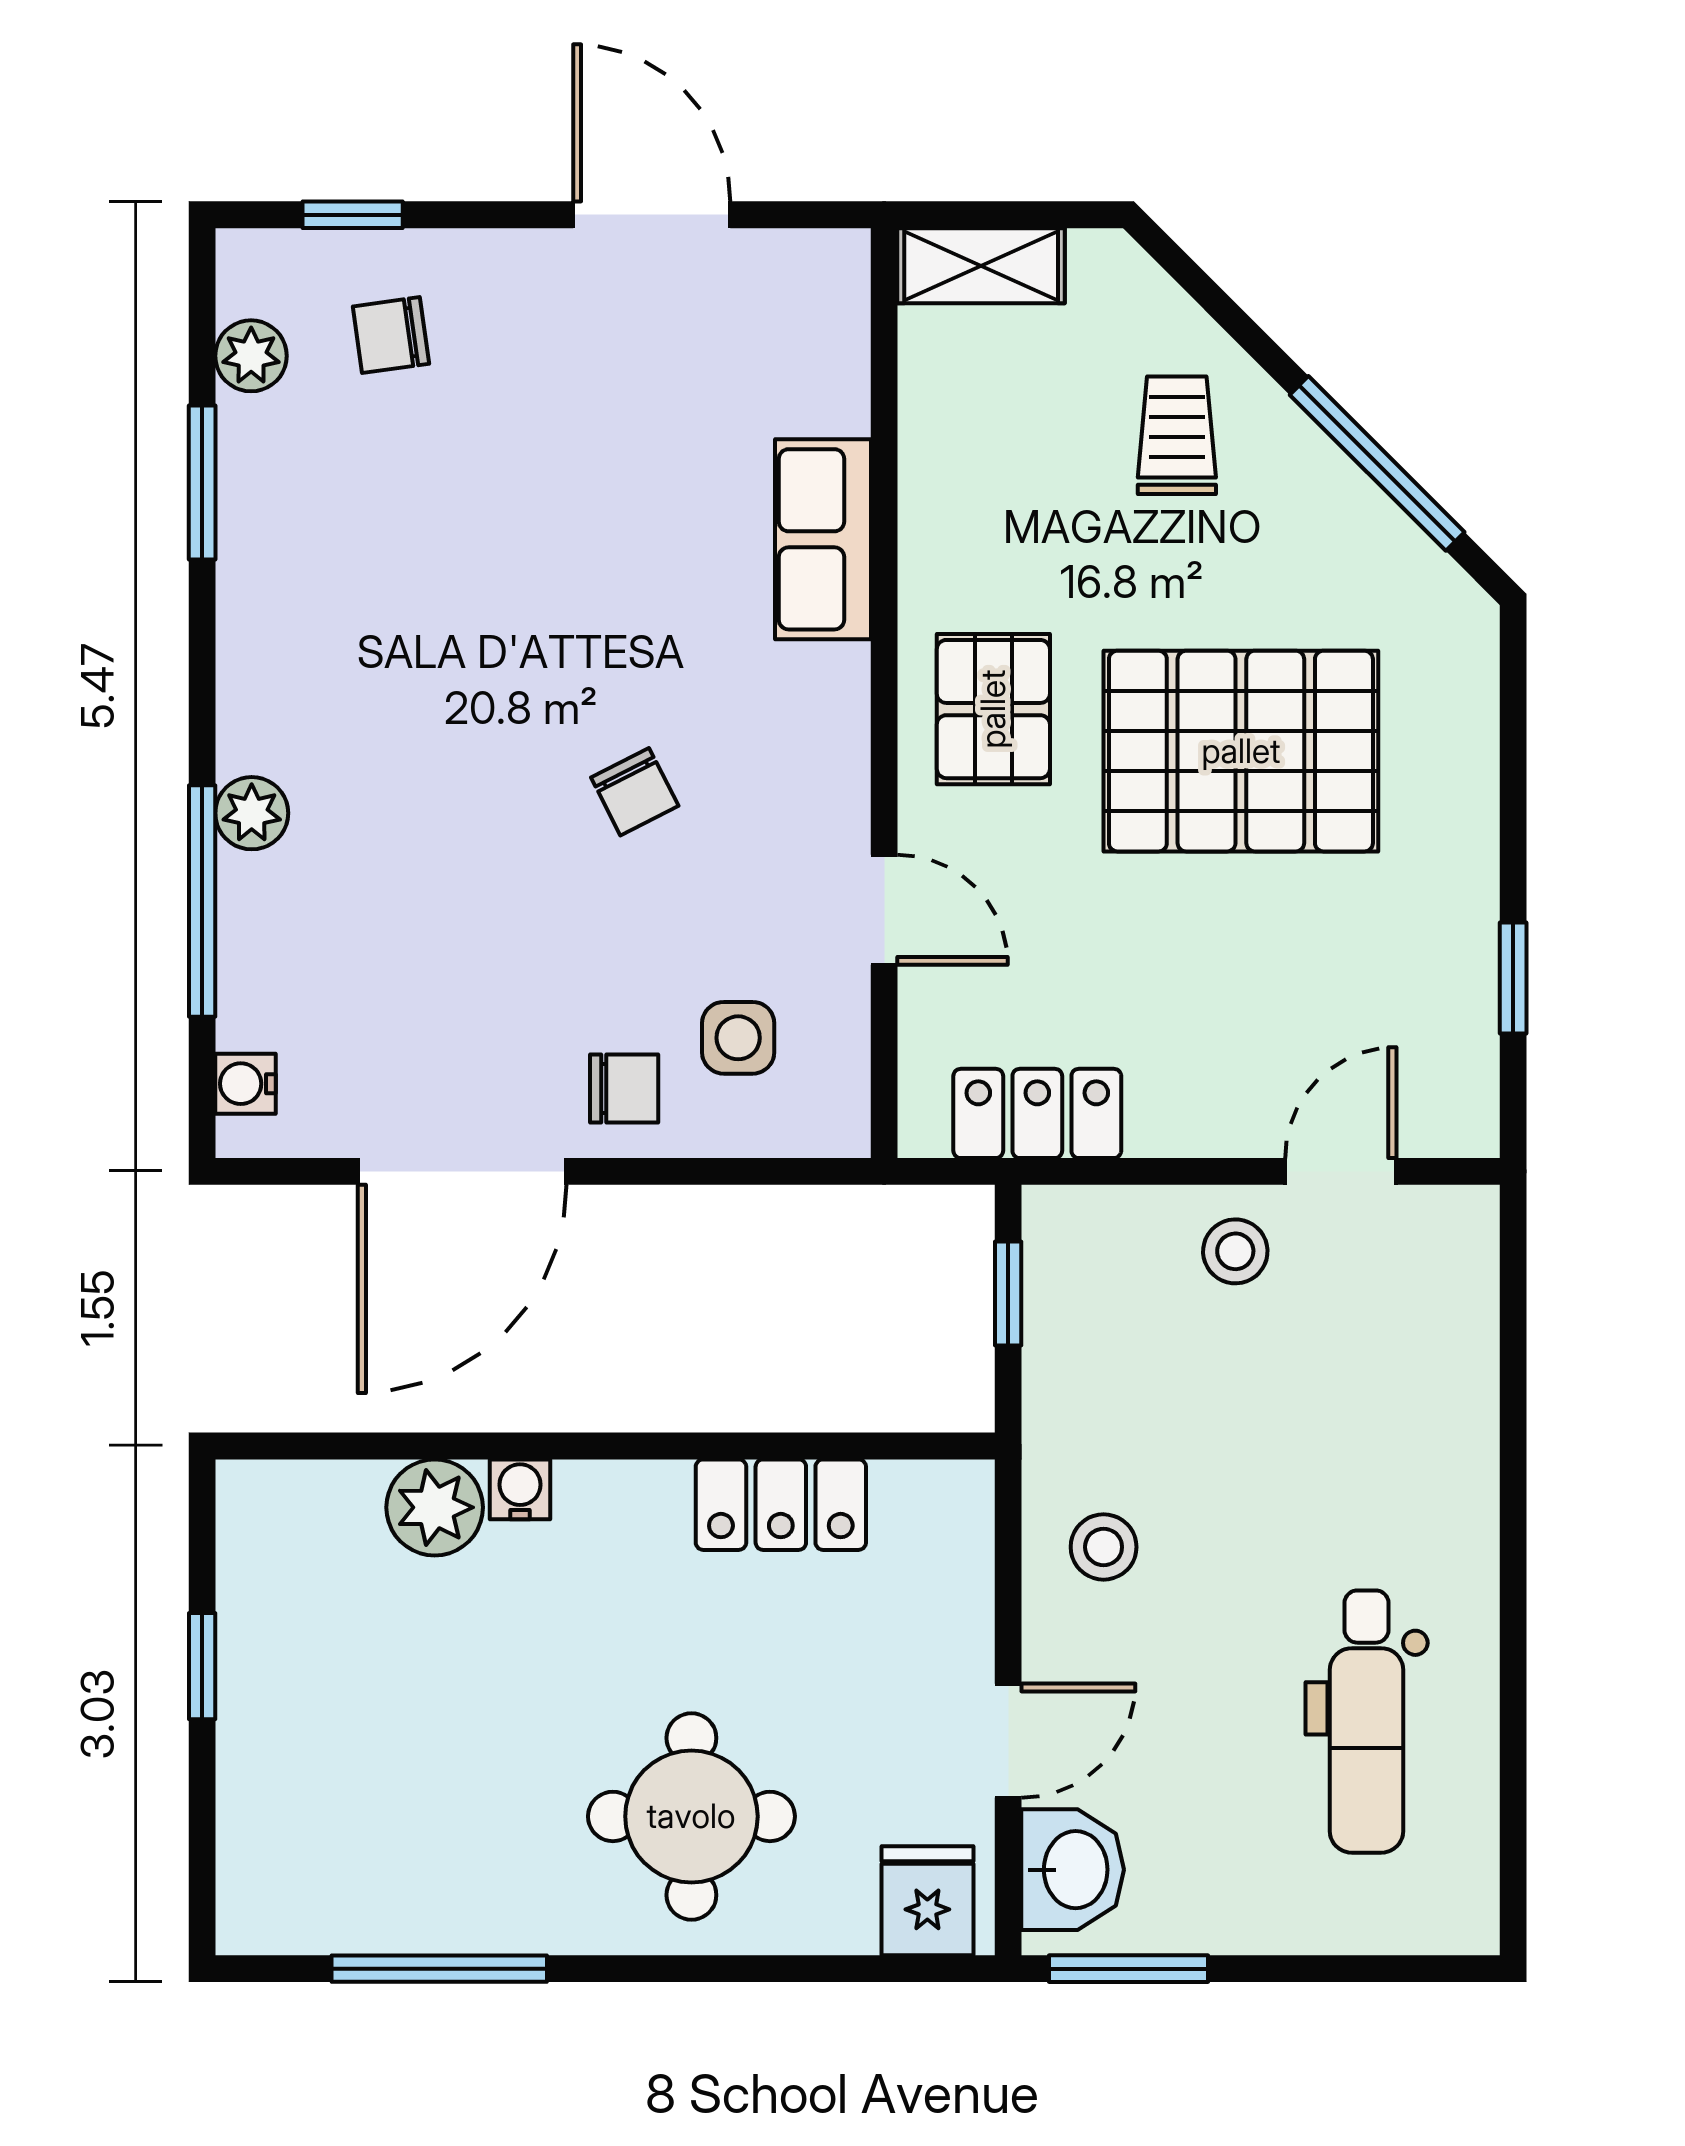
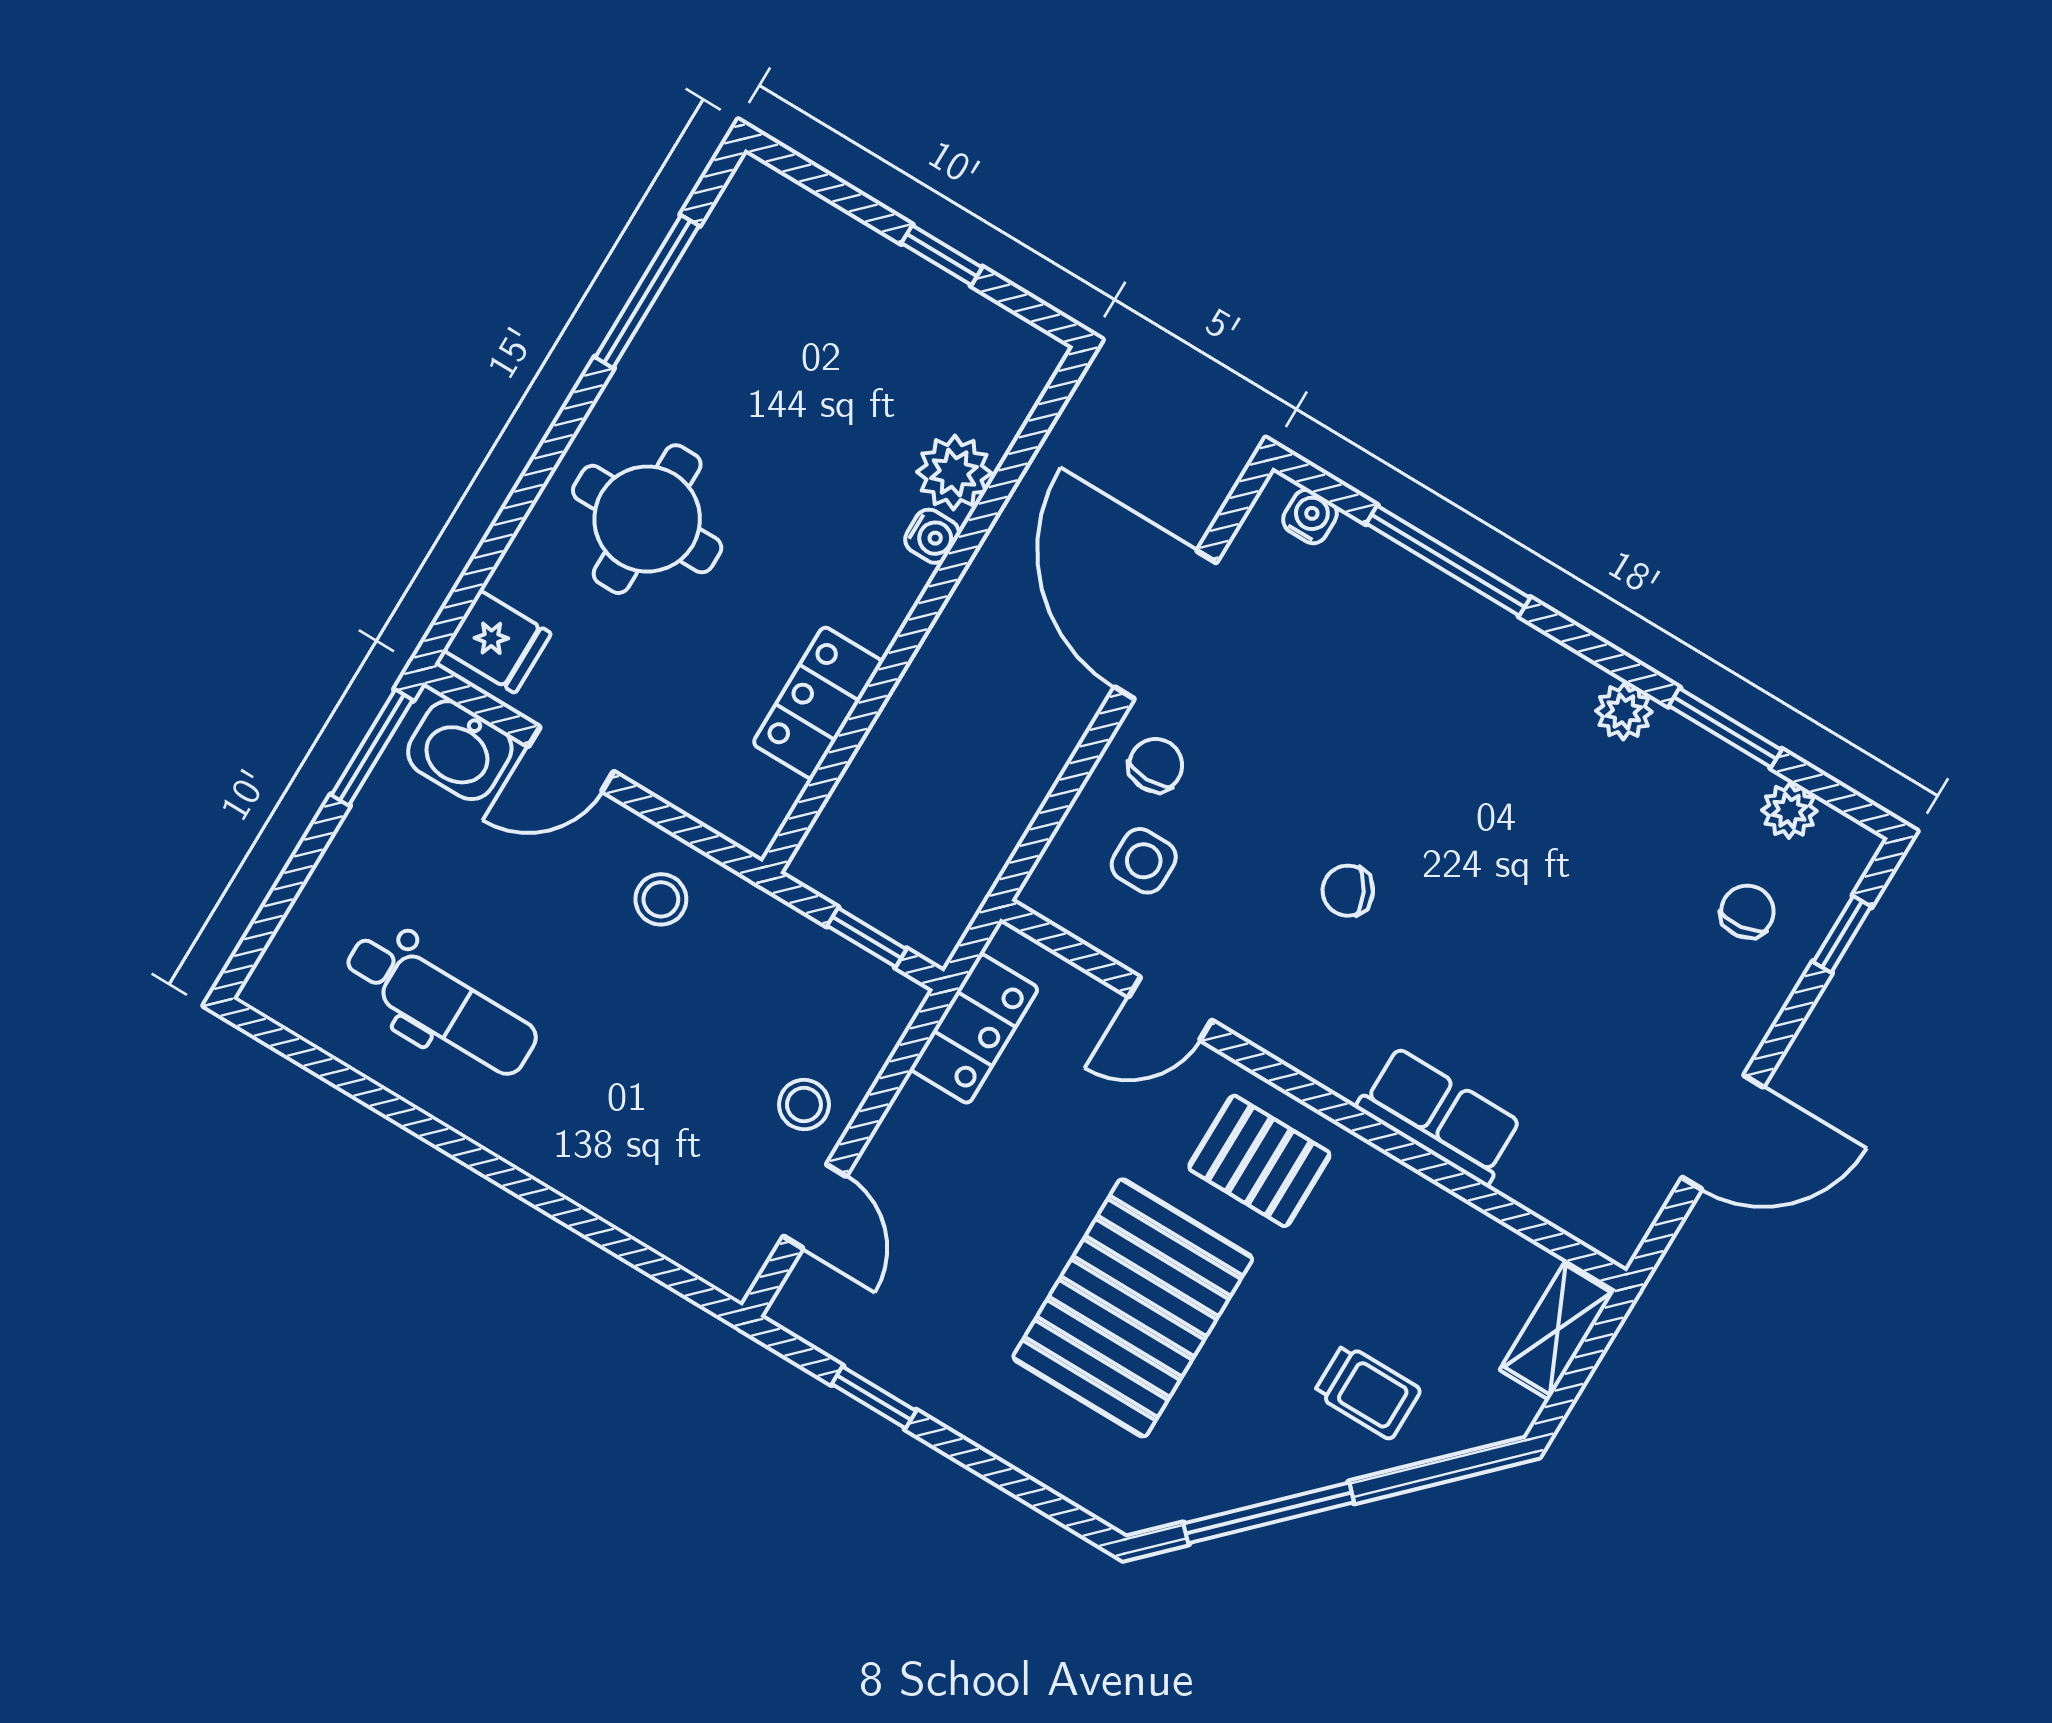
plant: (252, 813) -> (1624, 711), moved
chair: (624, 1088) -> (1156, 765), turned 180
dental chair: (1367, 1722) -> (440, 1004), turned 180
door: (1008, 1741) -> (571, 759), hinge flipped

